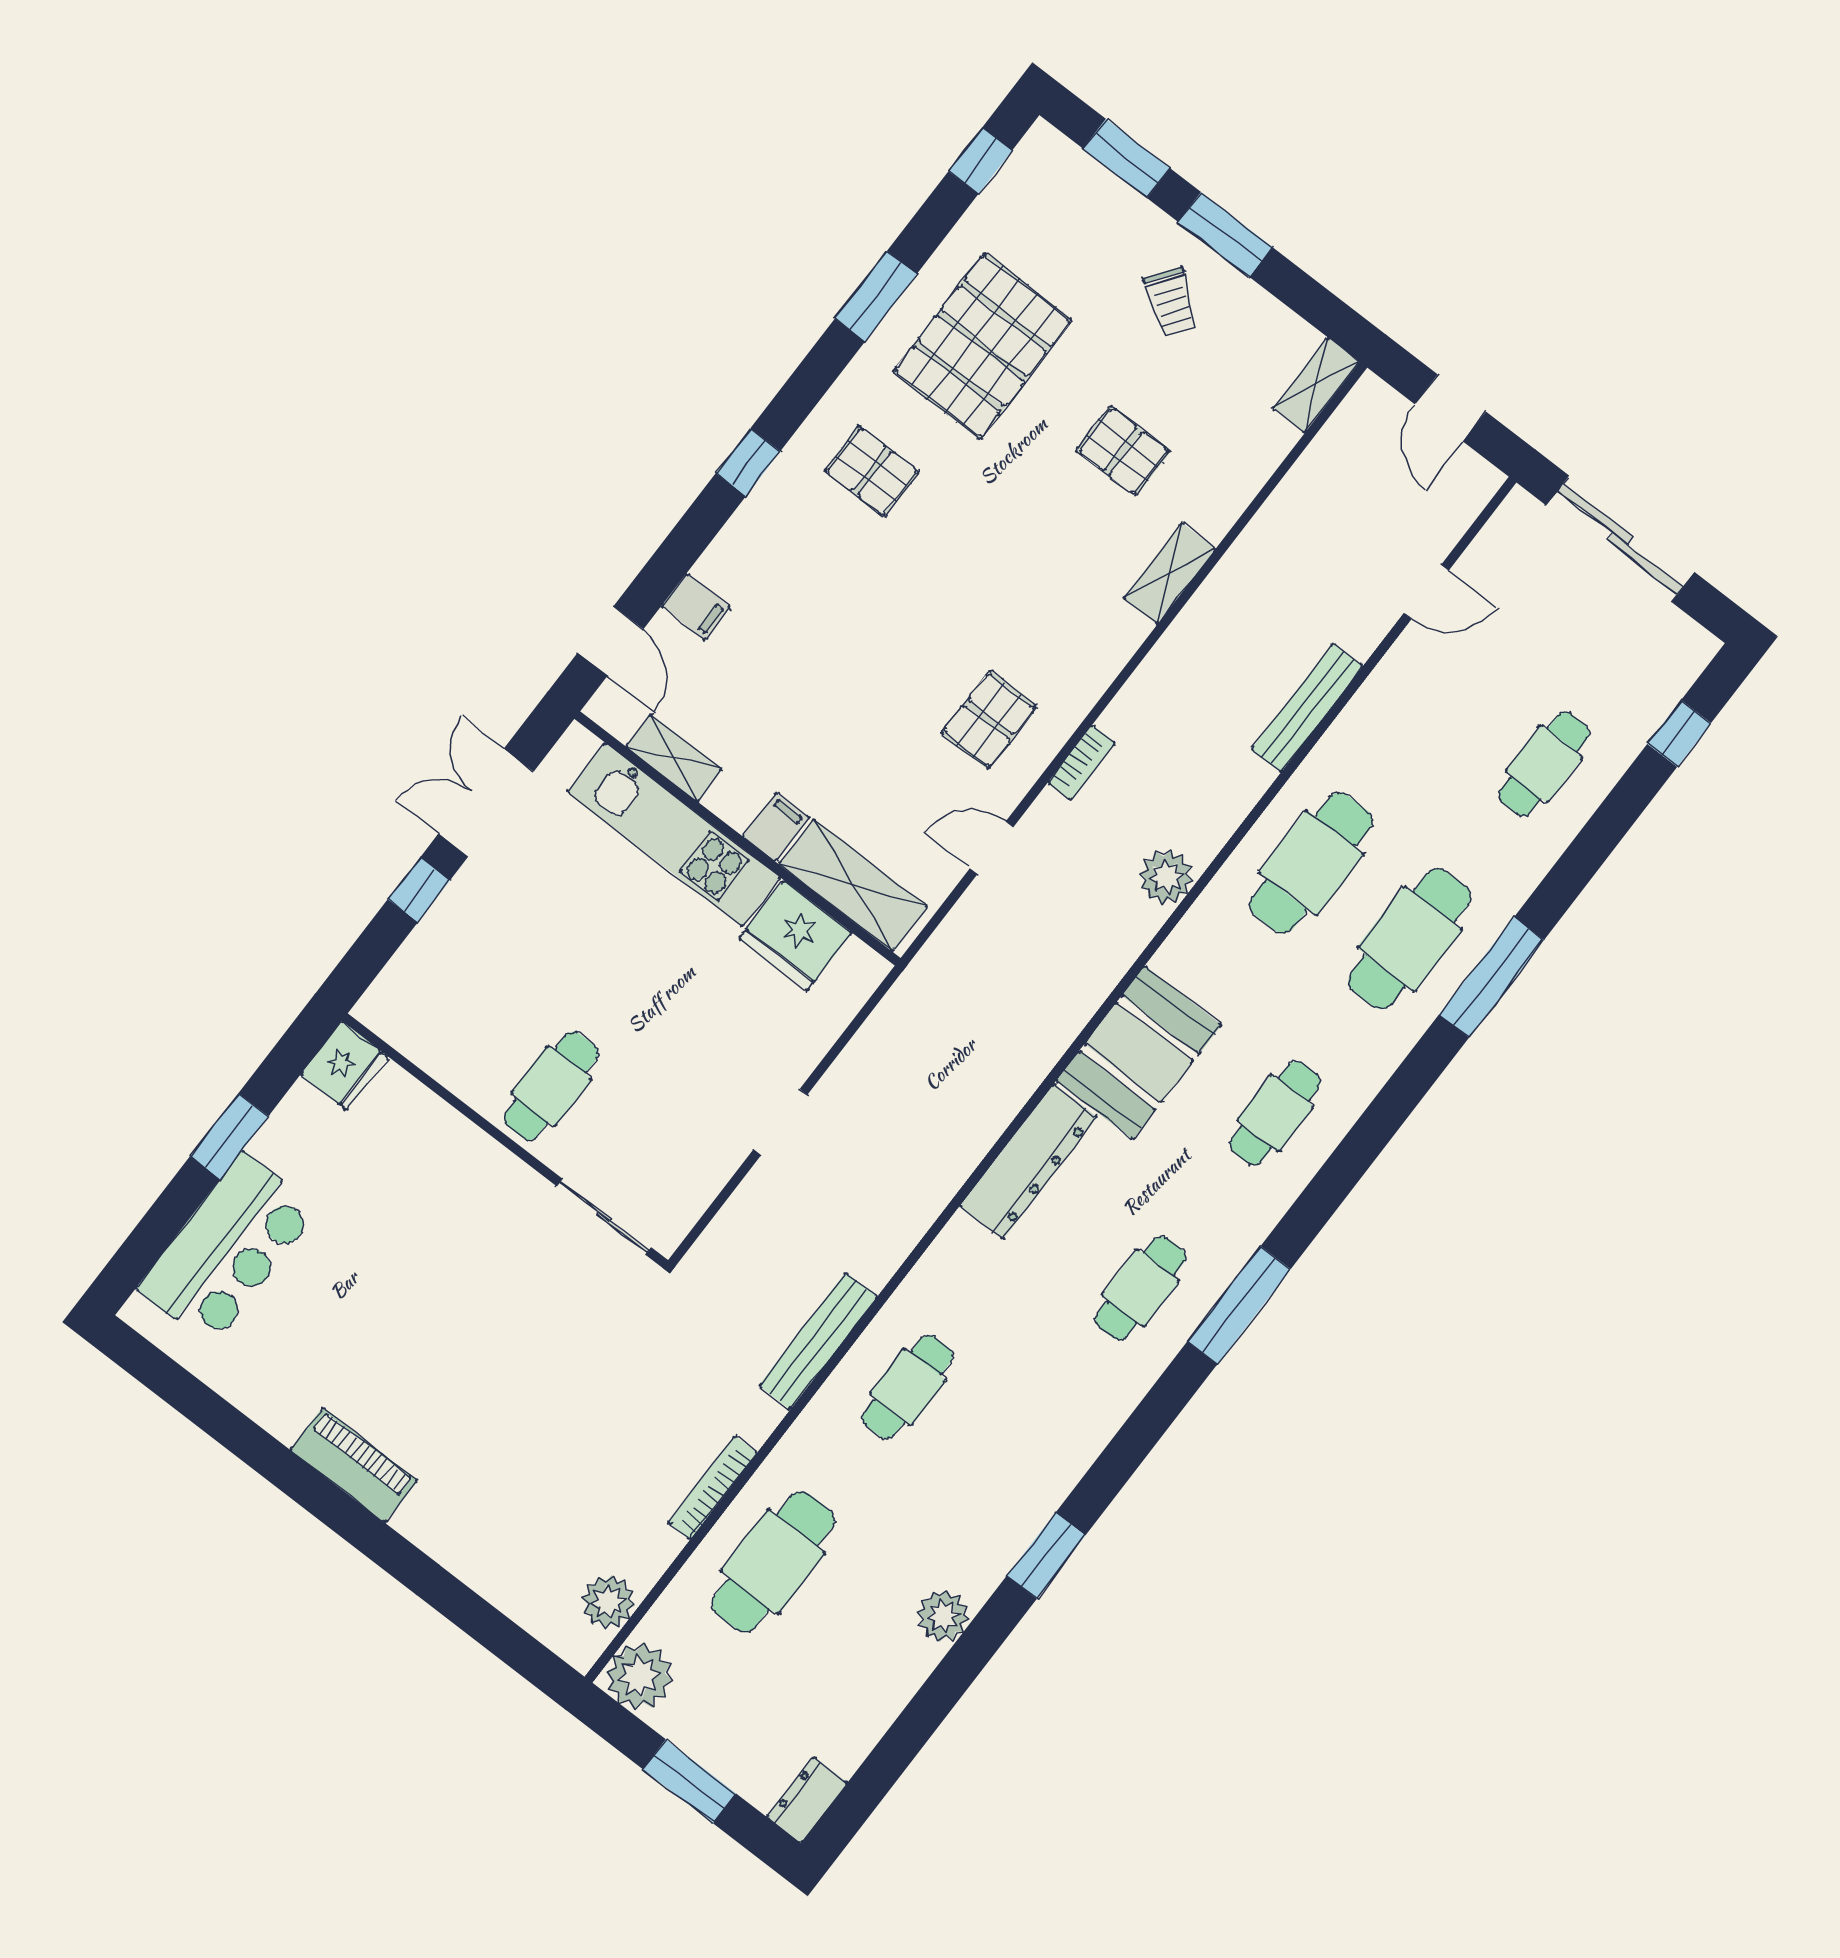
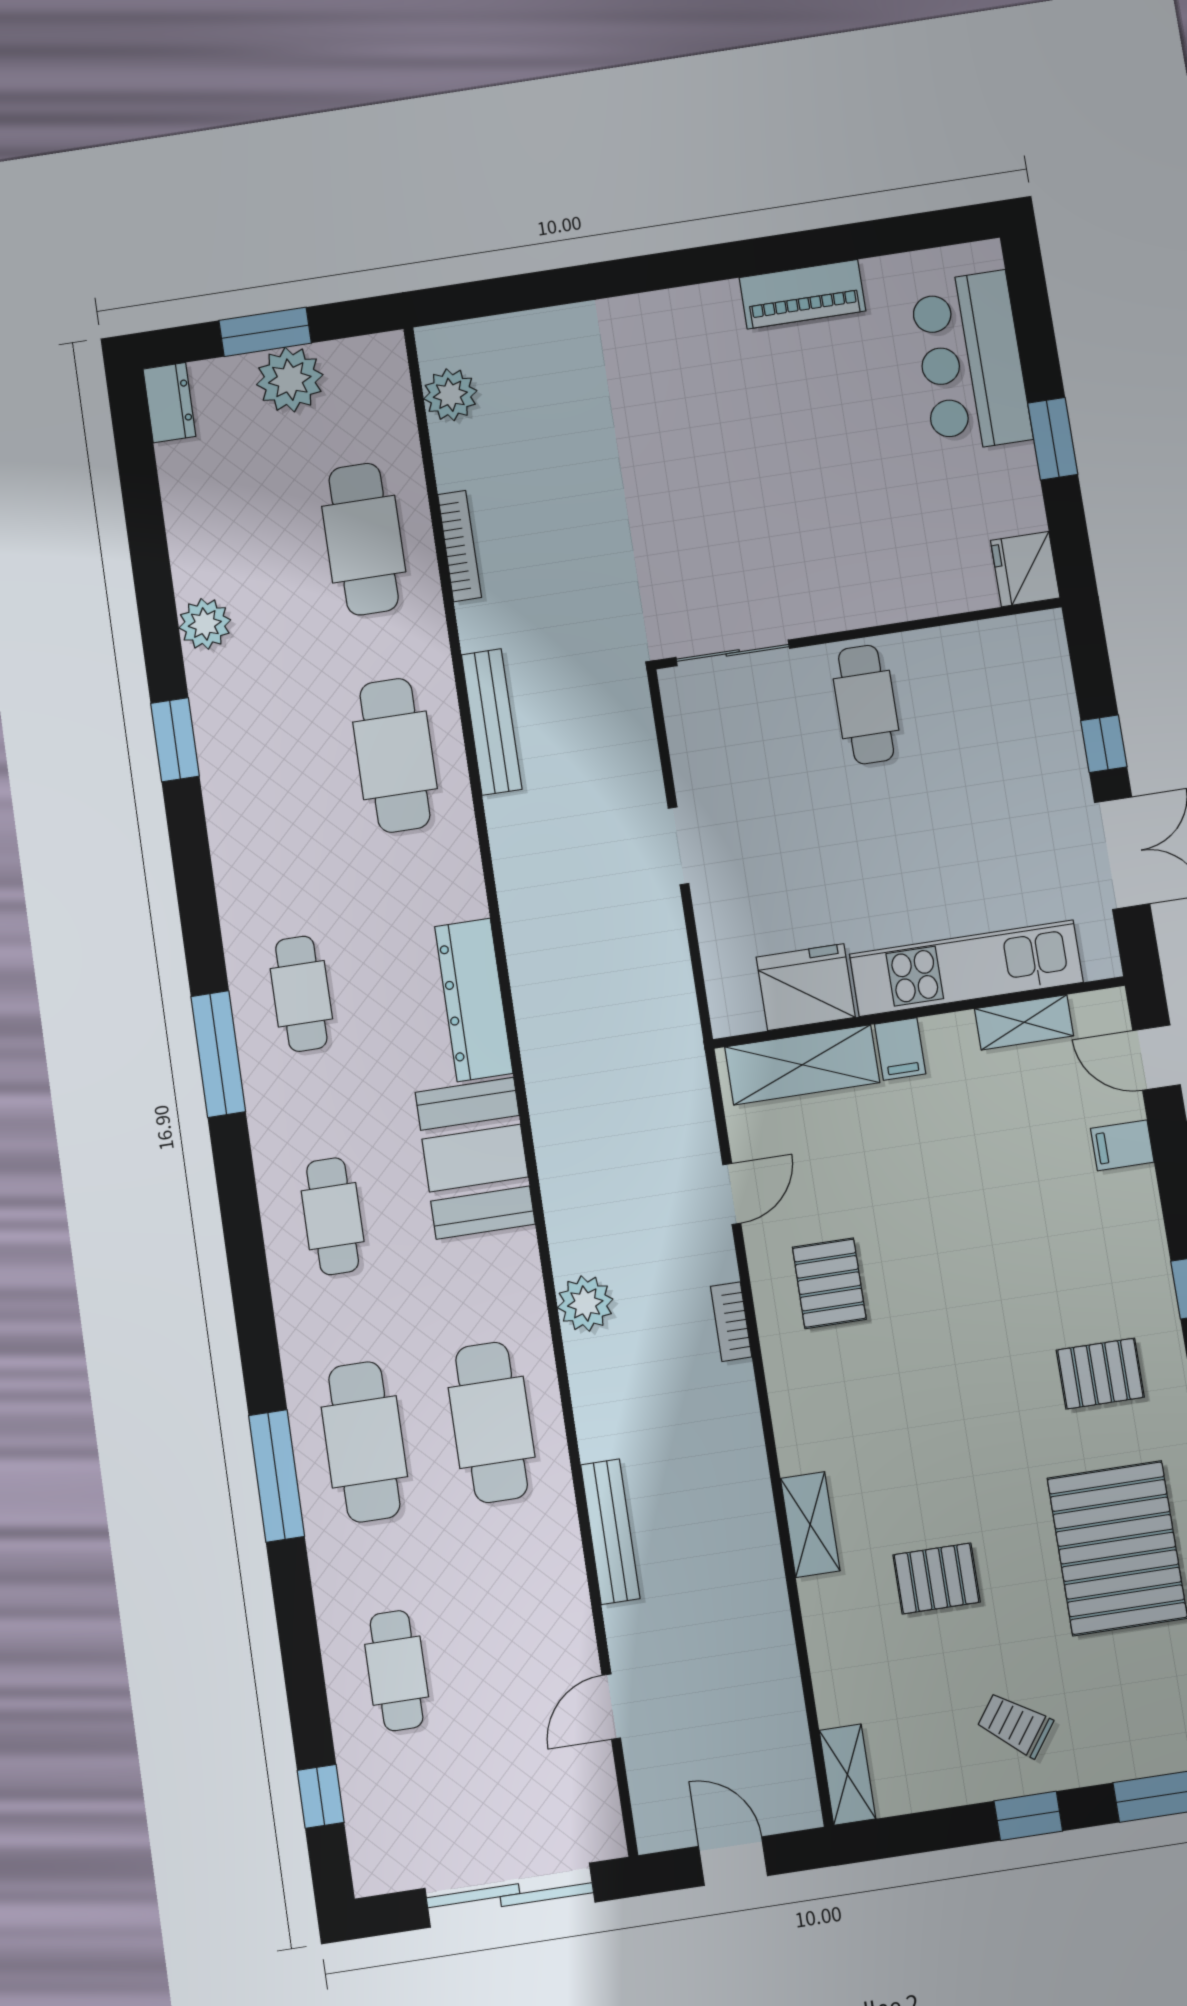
window: (1225, 235) -> (1028, 1816), width x0.67
cafe table: (908, 1387) -> (395, 755), width x1.37, depth x1.35
piano: (354, 1465) -> (802, 294), moved
plant: (639, 1676) -> (290, 380), moved

